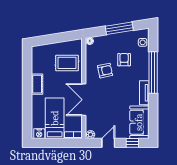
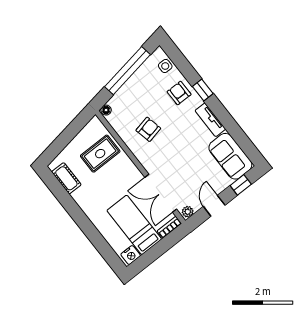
window: (119, 28) -> (127, 71), width x1.46
armchair: (124, 60) -> (179, 93), moved
window: (153, 73) -> (203, 90), width x0.32
cot: (37, 84) -> (66, 178), moved
double door: (84, 100) -> (161, 193), moved

